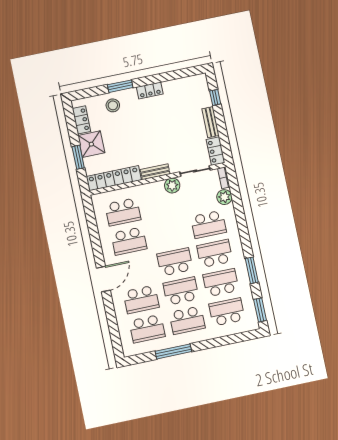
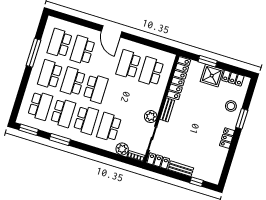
school desk: (181, 291) -> (73, 81), turned 180

